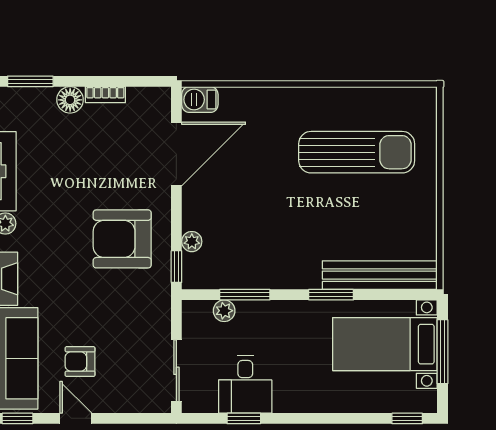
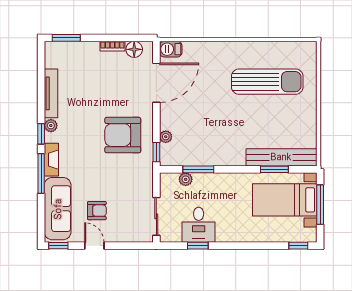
floor lamp: (70, 100) -> (134, 49), moved
window: (331, 295) -> (274, 169), moved
armchair: (80, 362) -> (97, 211), turned 180

